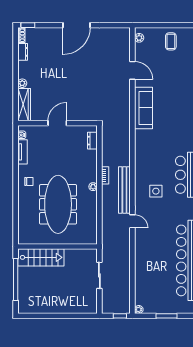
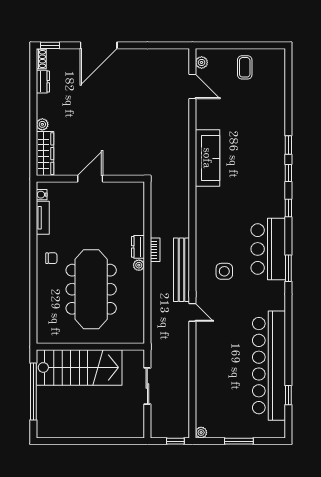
door: (77, 25) -> (99, 45), moved
door: (132, 70) -> (192, 87), moved
dresser: (92, 141) -> (138, 247), moved
stairs: (41, 257) -> (79, 367), width x1.36, depth x1.51

